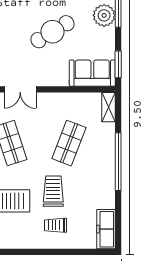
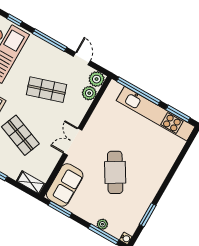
plant: (104, 15) -> (102, 224), width x0.53, depth x0.53
double door: (20, 89) -> (73, 142), moved

